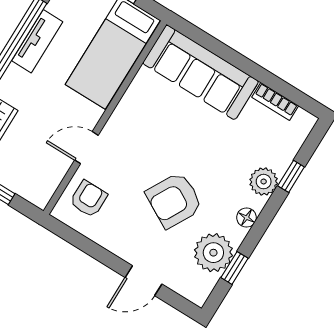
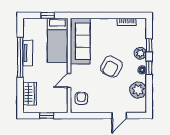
sofa: (201, 72) -> (80, 41), moved, turned -90
armchair: (174, 200) -> (111, 67), moved
window: (234, 268) -> (149, 68), moved

